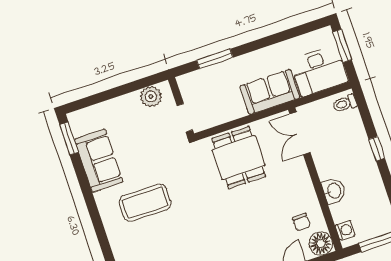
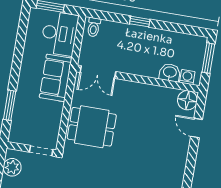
washbasin: (334, 191) -> (170, 73), moved
chair: (301, 222) -> (164, 106), removed

